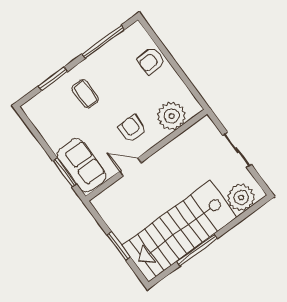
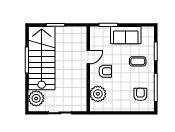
armchair: (151, 61) -> (140, 94), moved
sofa: (82, 165) -> (126, 35), moved

